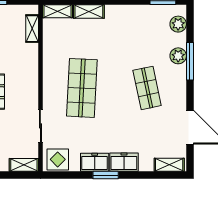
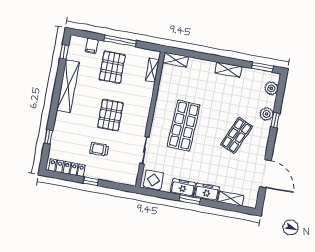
shelving: (89, 11) -> (228, 70), moved
window: (190, 61) -> (275, 120), width x0.46
shop shelf: (147, 88) -> (237, 135), turned 36
shelving: (24, 165) -> (125, 179), removed
shelving: (169, 165) -> (231, 199), moved

